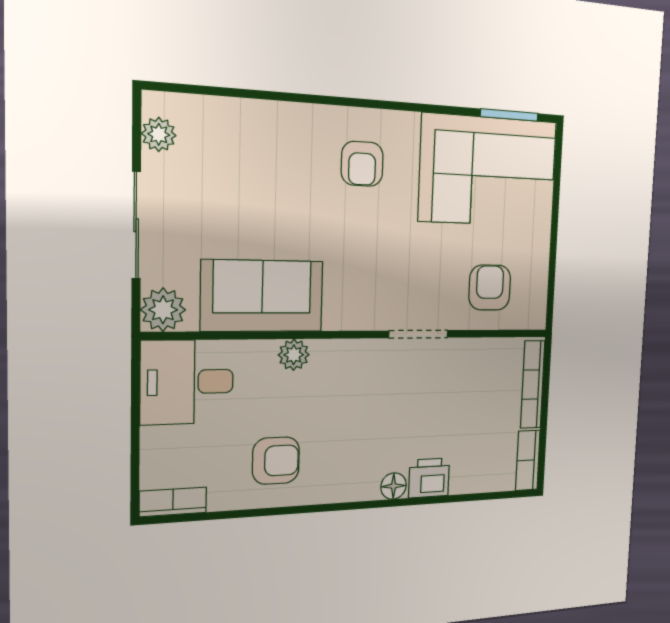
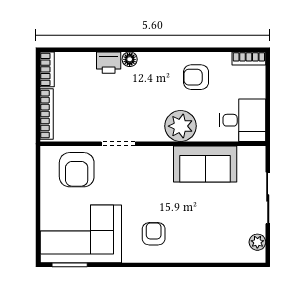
armchair: (490, 288) -> (77, 170), width x1.38, depth x1.38
plant: (163, 310) -> (255, 157), removed
plant: (294, 355) -> (181, 126), width x1.88, depth x1.88

